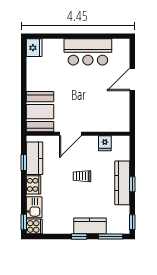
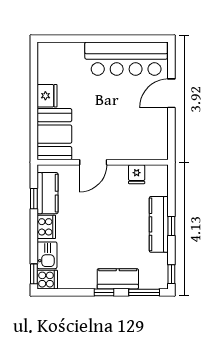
fridge: (34, 48) -> (47, 96), moved
bar counter: (88, 52) -> (126, 59), width x1.36
trolley: (82, 176) -> (108, 216), removed

